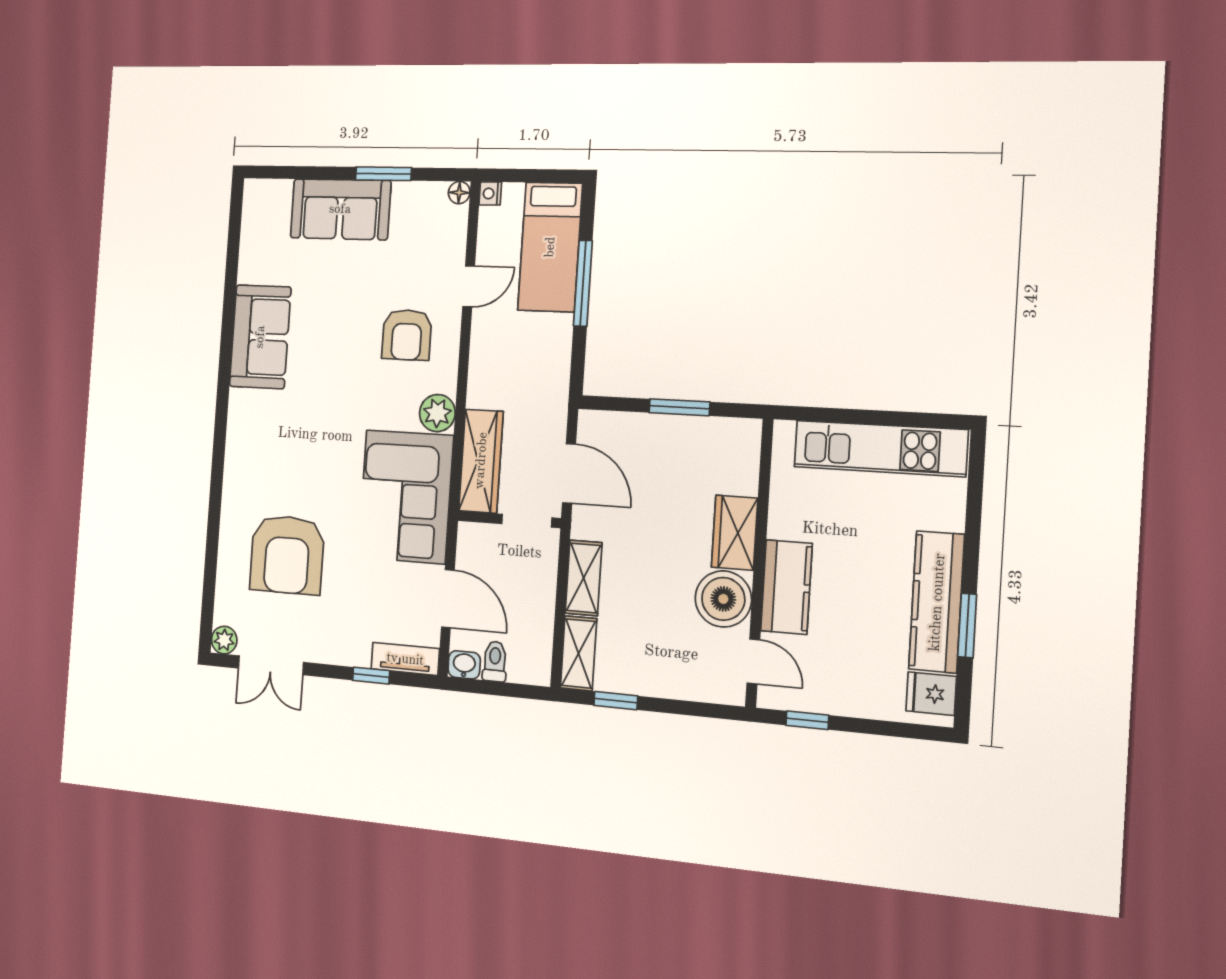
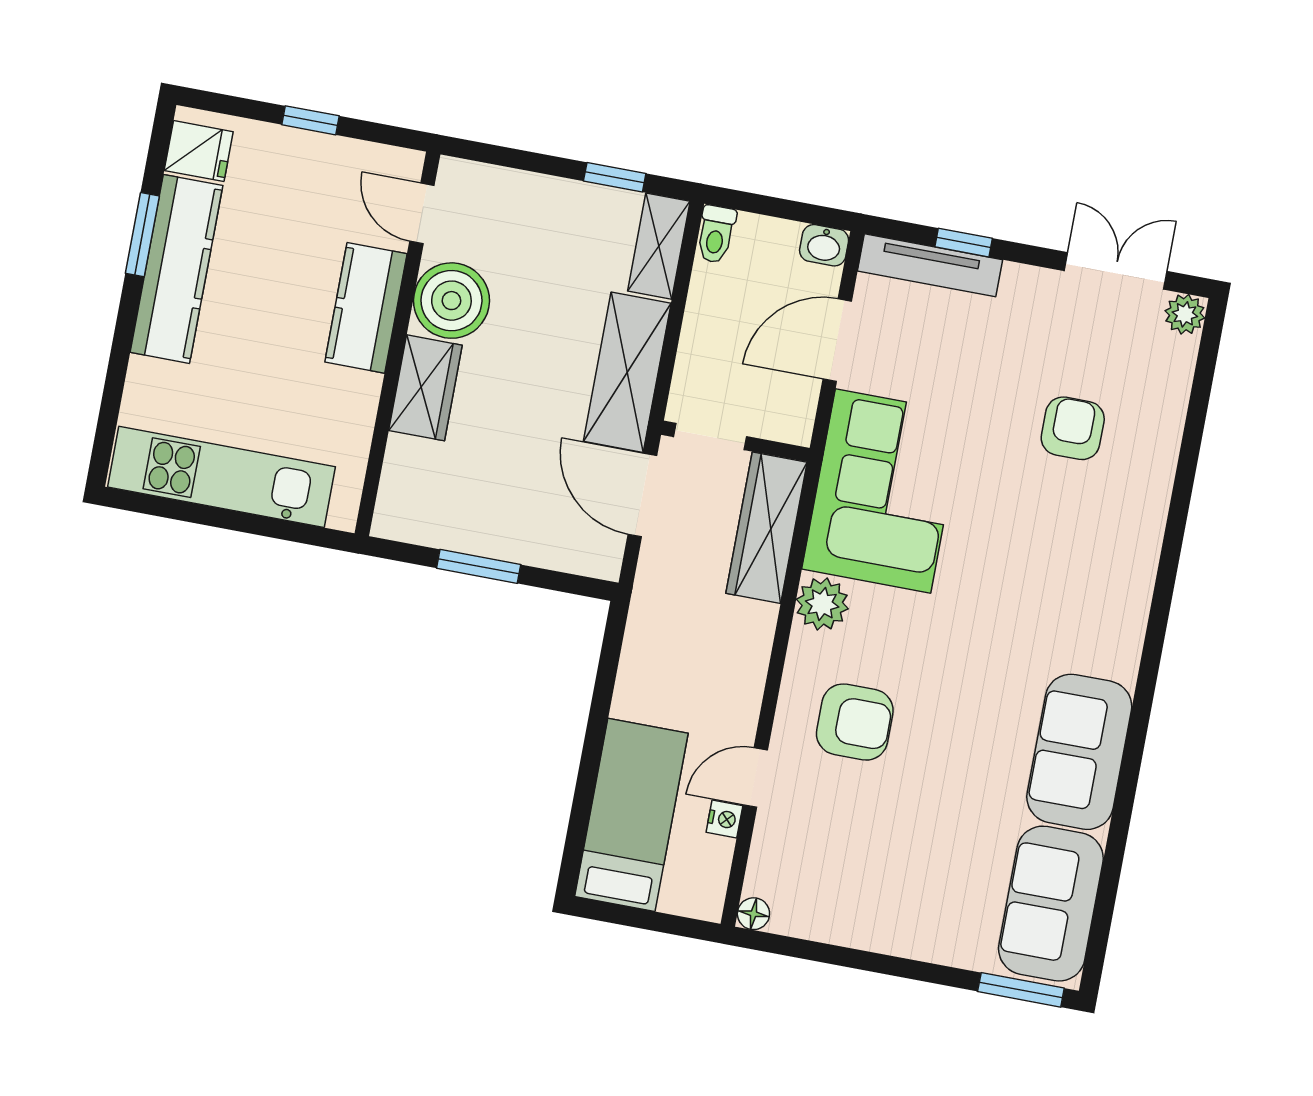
window: (383, 174) -> (1021, 990), moved
nightstand: (490, 193) -> (724, 819), moved
sofa: (340, 209) -> (1051, 904), moved, turned -90
window: (583, 283) -> (591, 756), removed
armchair: (407, 335) -> (855, 722), turned 90
armchair: (287, 555) -> (1073, 428), width x0.53, depth x0.53
shelving: (584, 578) -> (627, 372), width x1.50, depth x1.33
door: (448, 599) -> (837, 340), hinge flipped
tv unit: (405, 659) -> (930, 265), width x1.41
toilet: (495, 661) -> (716, 234), moved
window: (807, 720) -> (310, 120), moved

